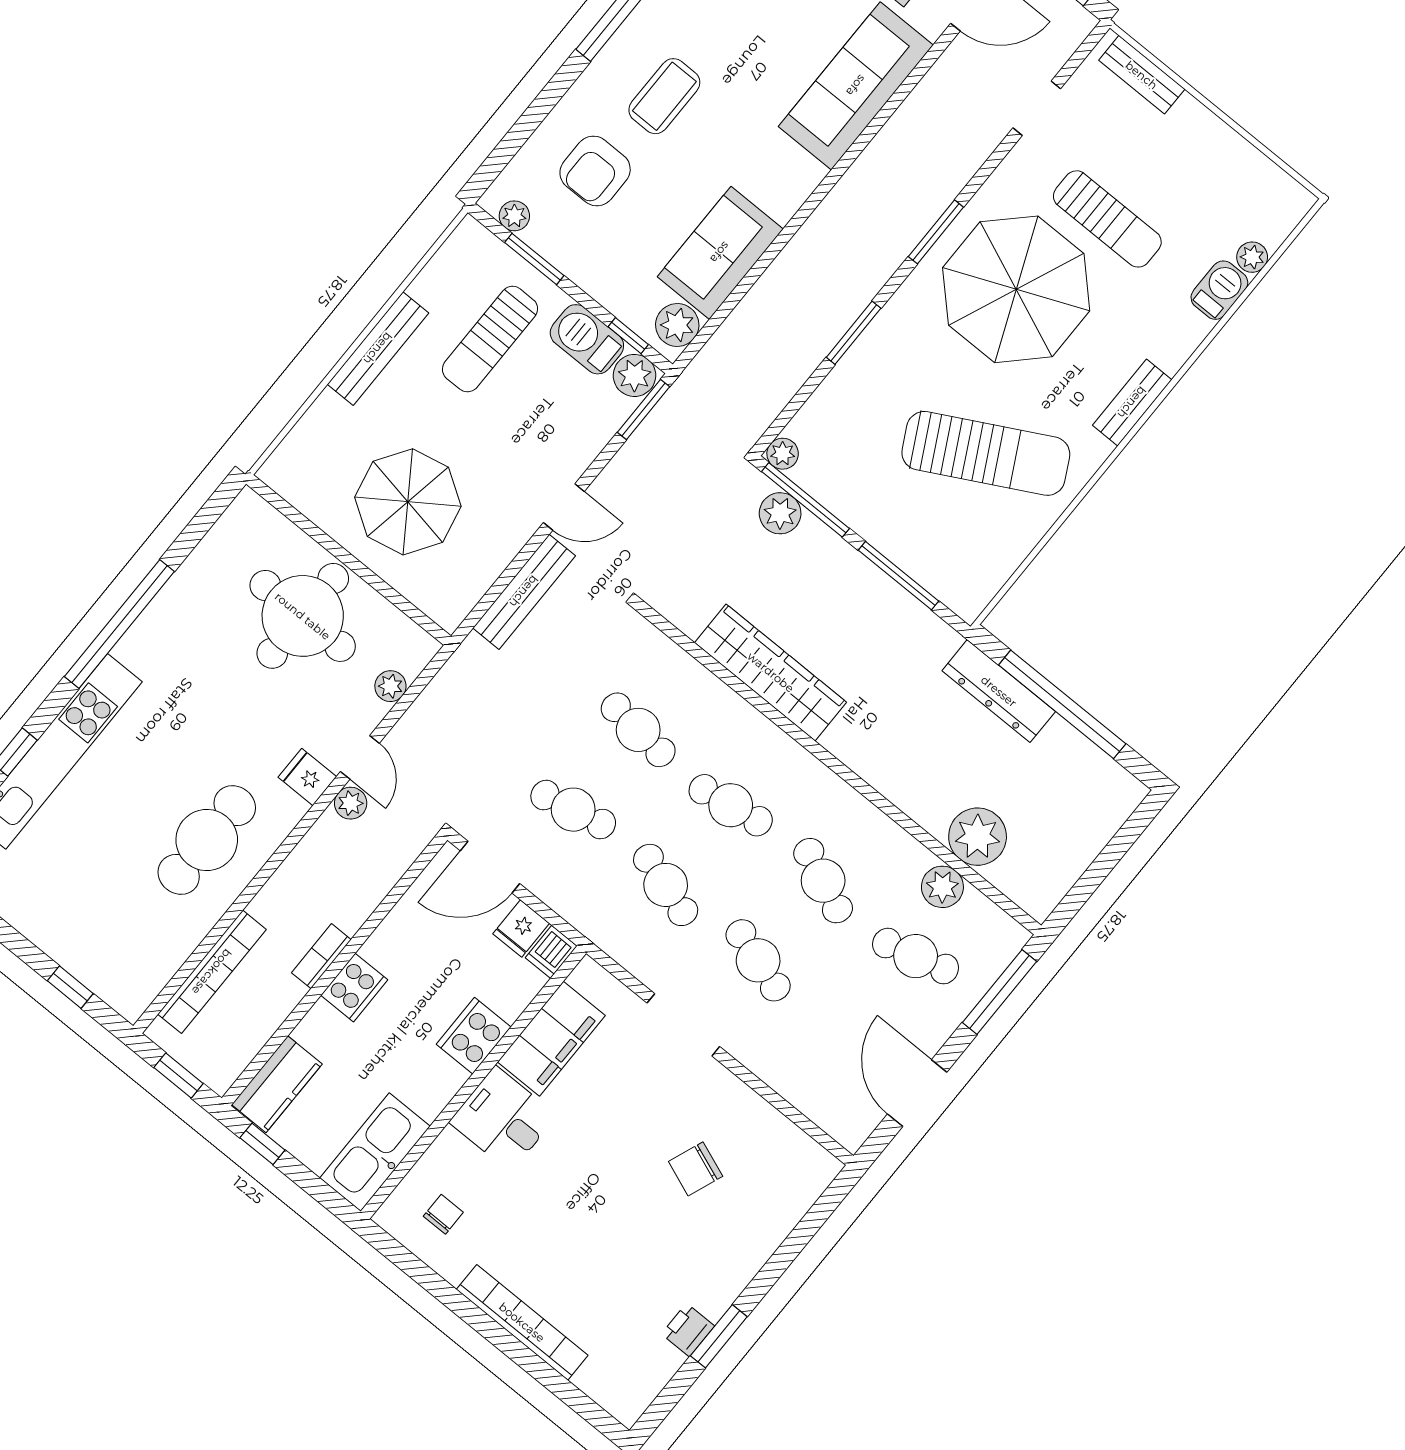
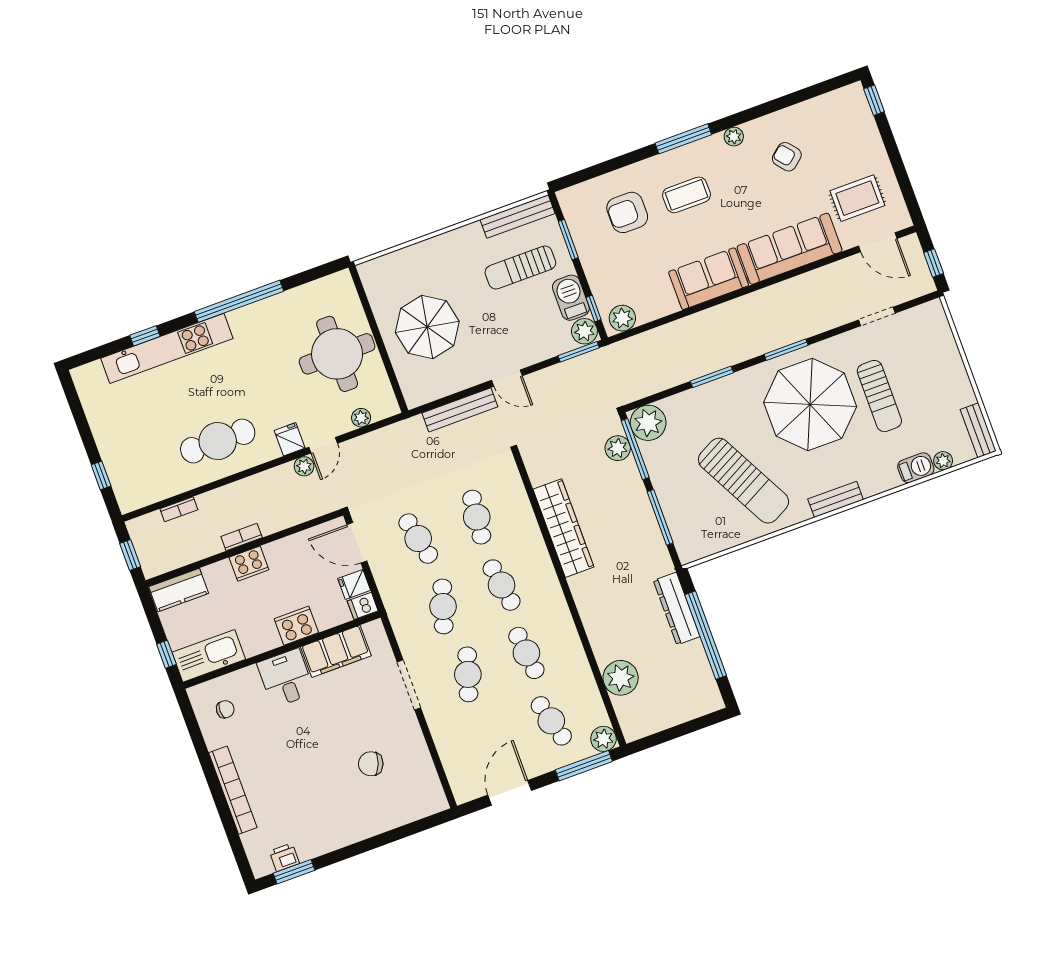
bench: (1142, 75) -> (978, 430), moved
plant: (514, 216) -> (571, 211), removed
sofa: (720, 253) -> (709, 279), moved
bench: (378, 349) -> (517, 216), moved
plant: (783, 454) -> (648, 423), width x1.88, depth x1.88
cafe table: (823, 881) -> (526, 653), turned -30
plant: (942, 887) -> (603, 739), moved
bookcase: (212, 972) -> (179, 509), width x0.43, depth x0.76
window: (262, 1144) -> (166, 654), moved
printer: (688, 1330) -> (284, 857), moved
window: (719, 1336) -> (294, 872), moved

